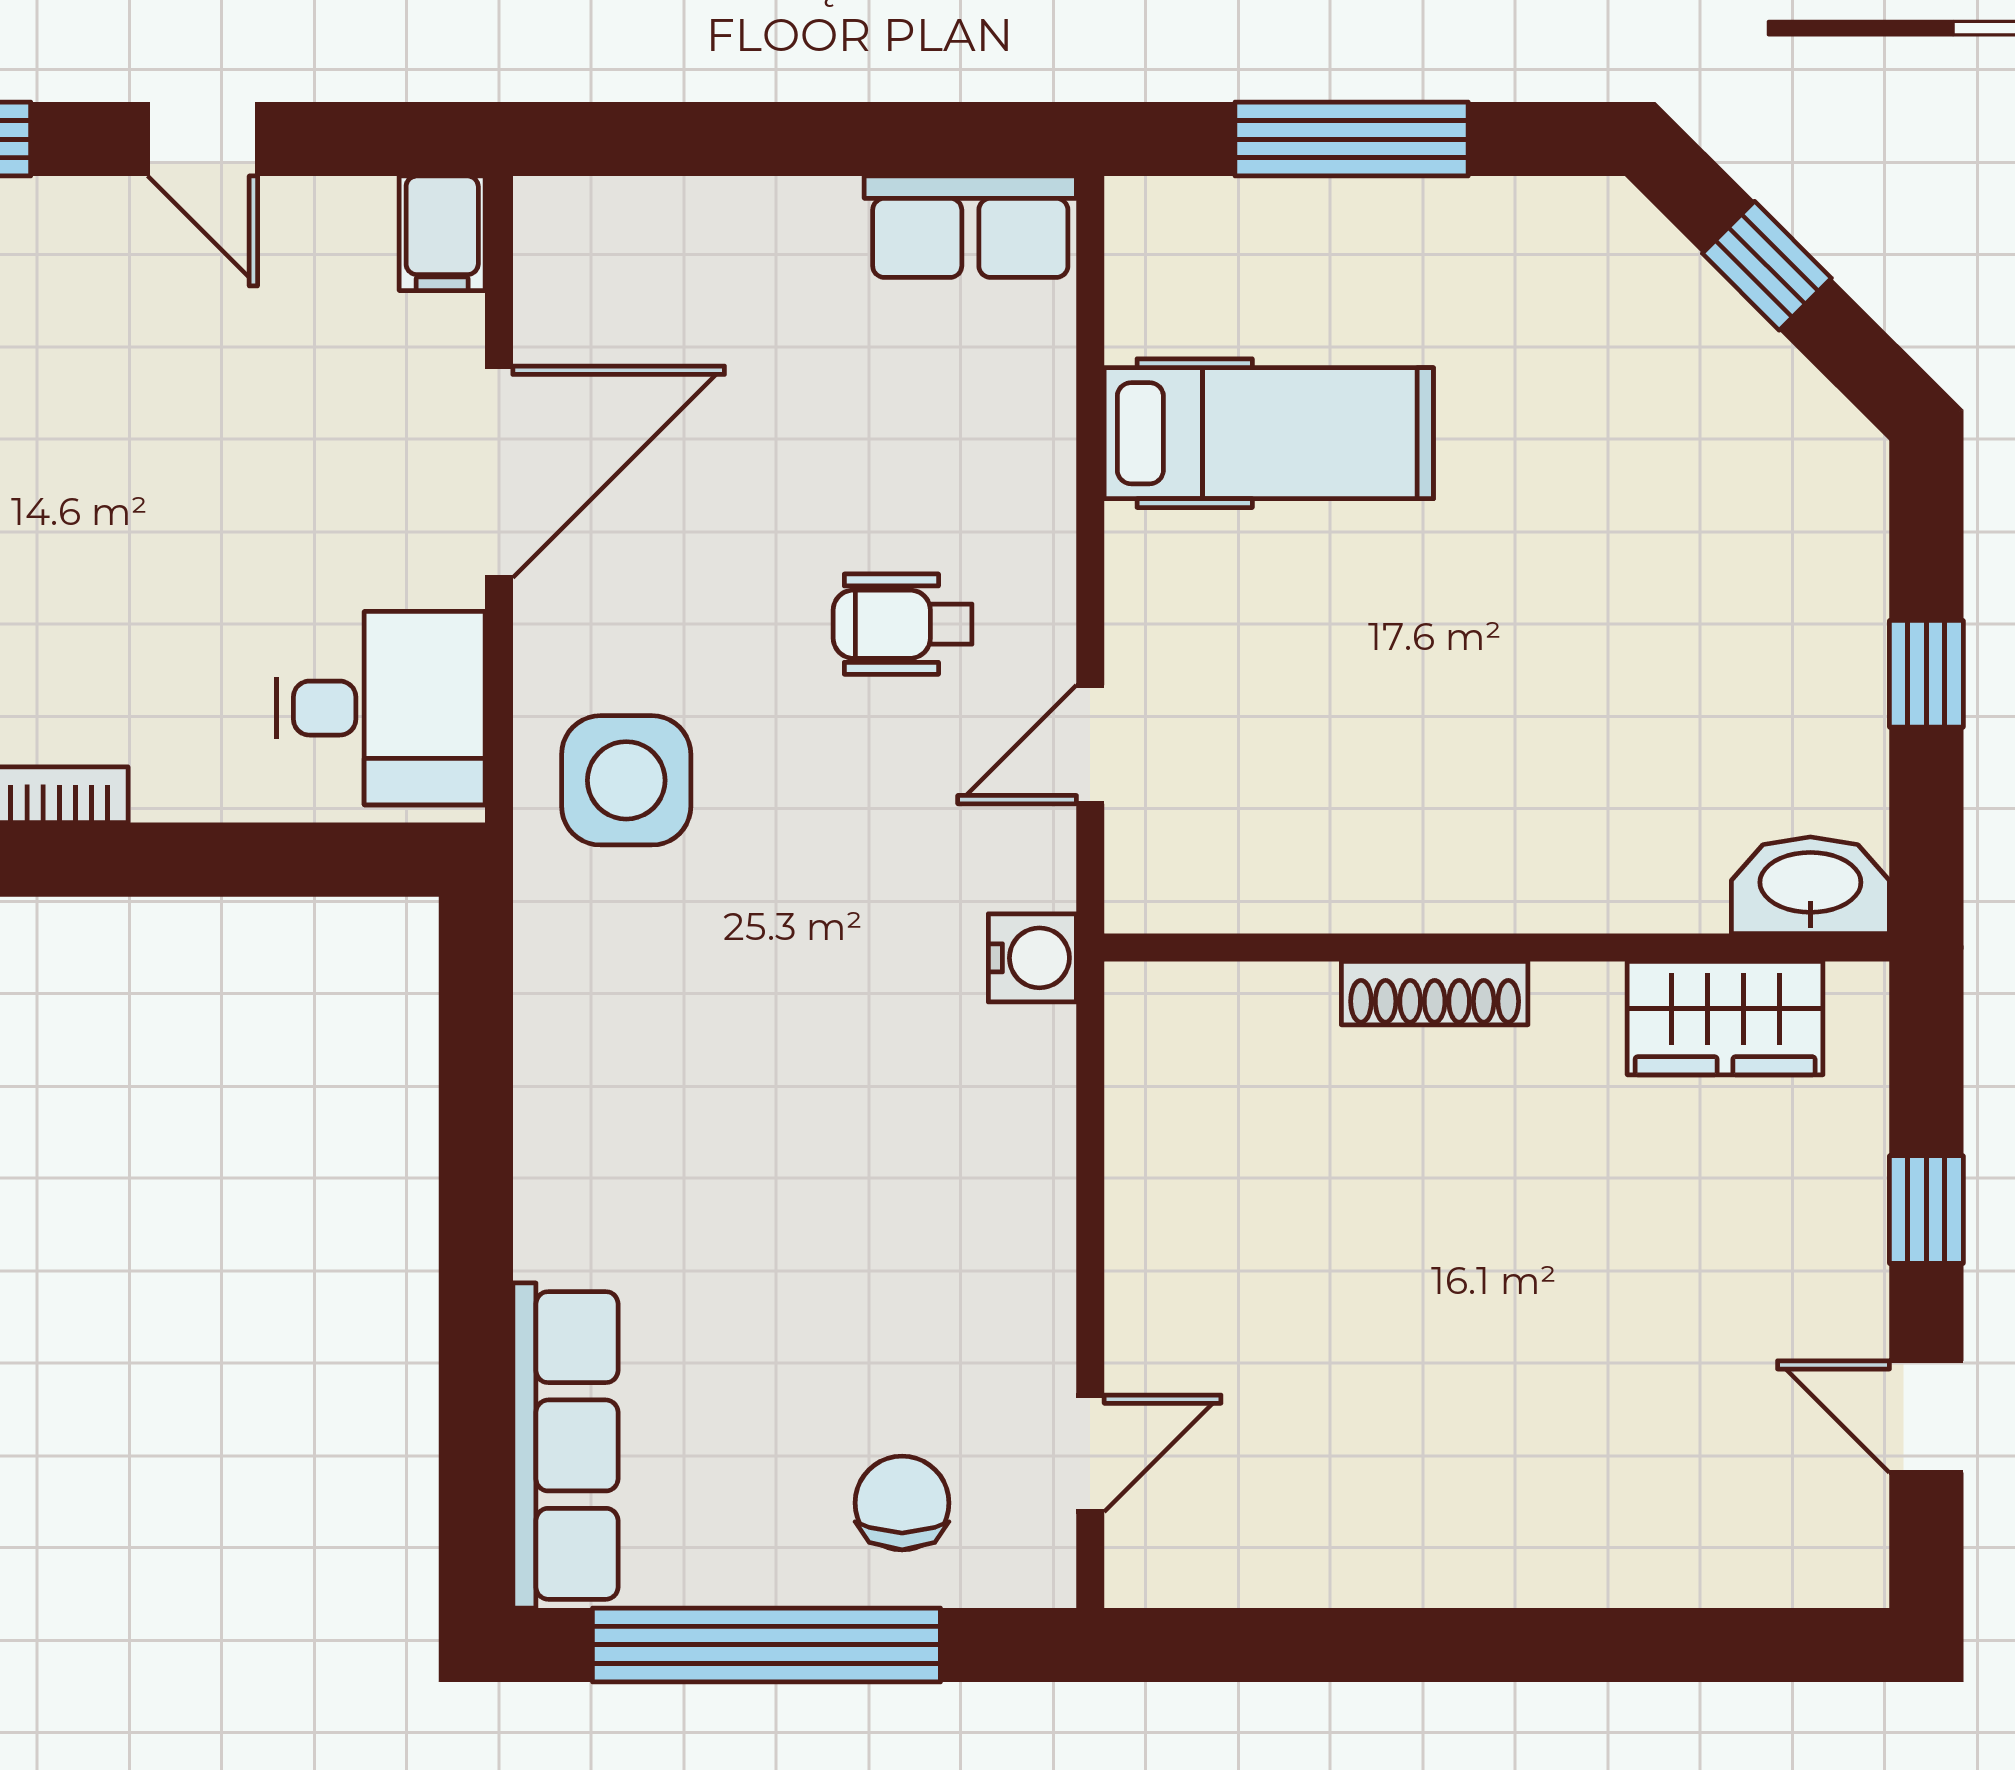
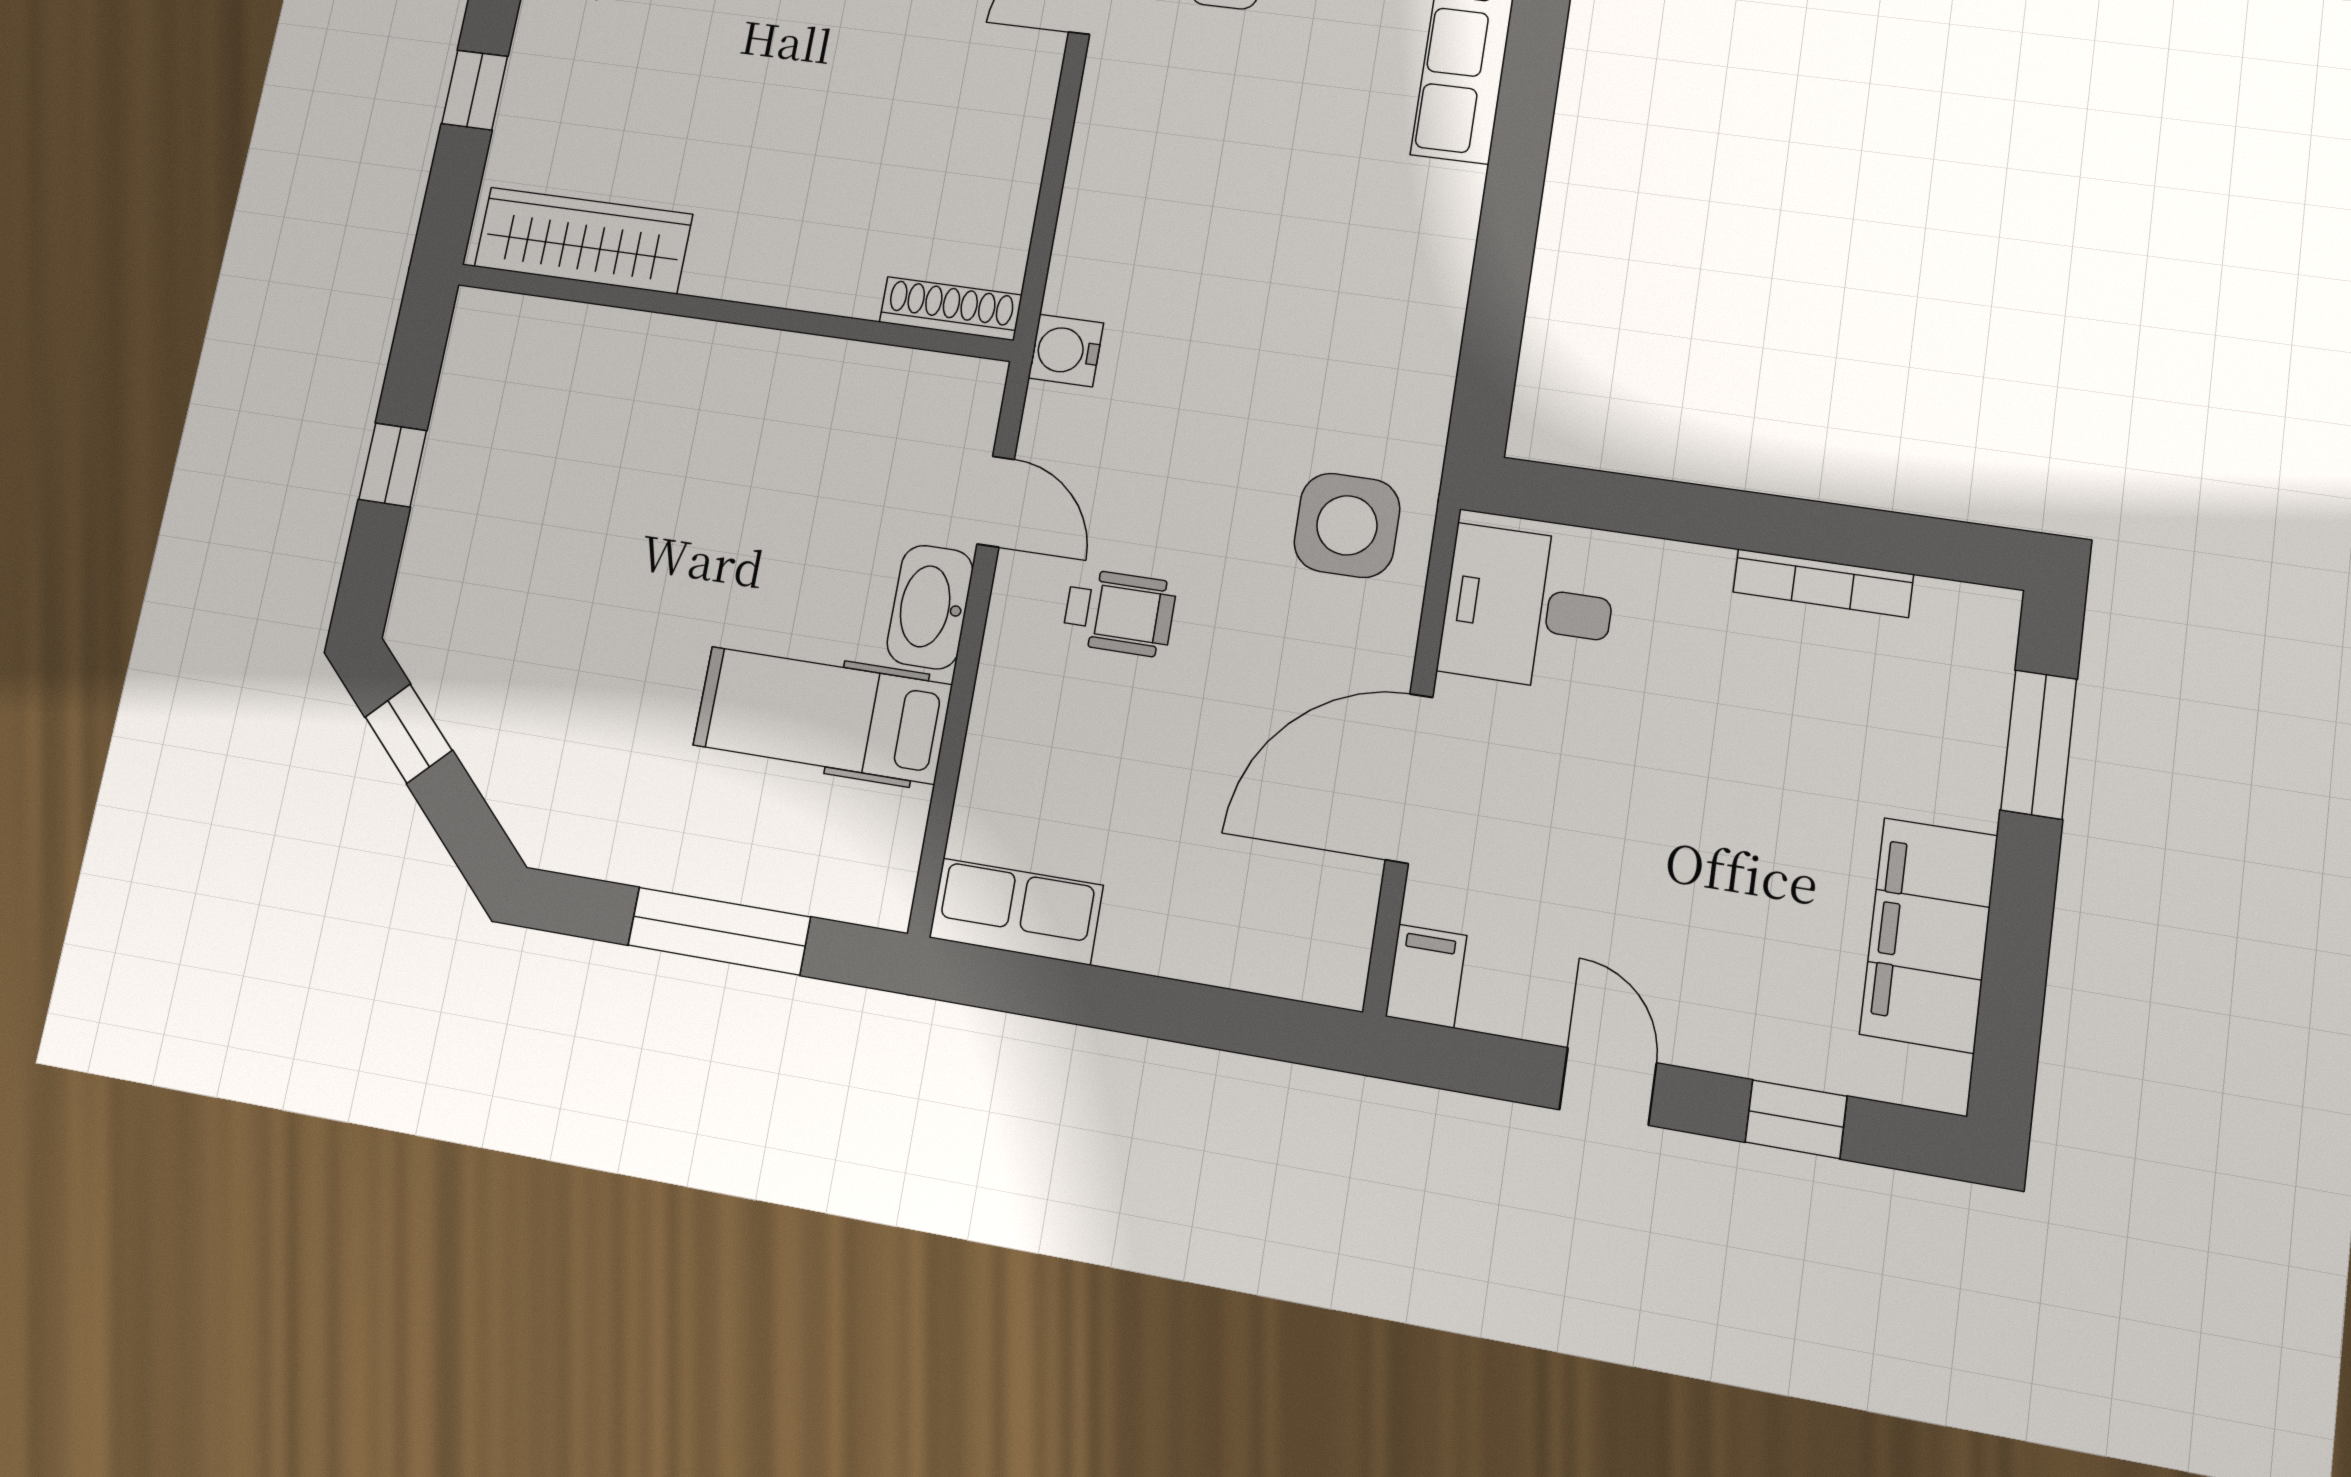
window: (1767, 266) -> (409, 734), moved
door: (1090, 744) -> (996, 502), hinge flipped
washbasin: (1810, 885) -> (930, 607), moved, turned 90
shoe rack: (1435, 993) -> (950, 309), moved
wardrobe: (1725, 1018) -> (583, 240), width x1.50

